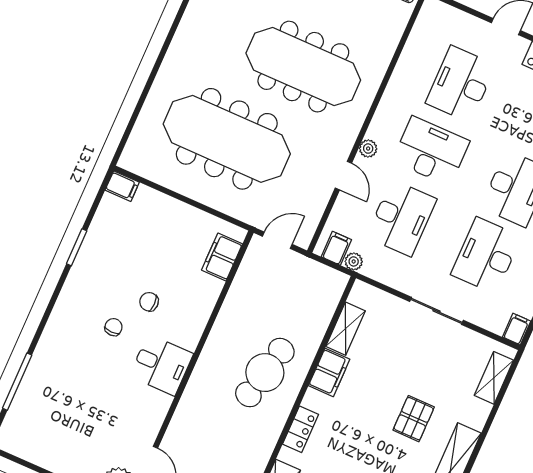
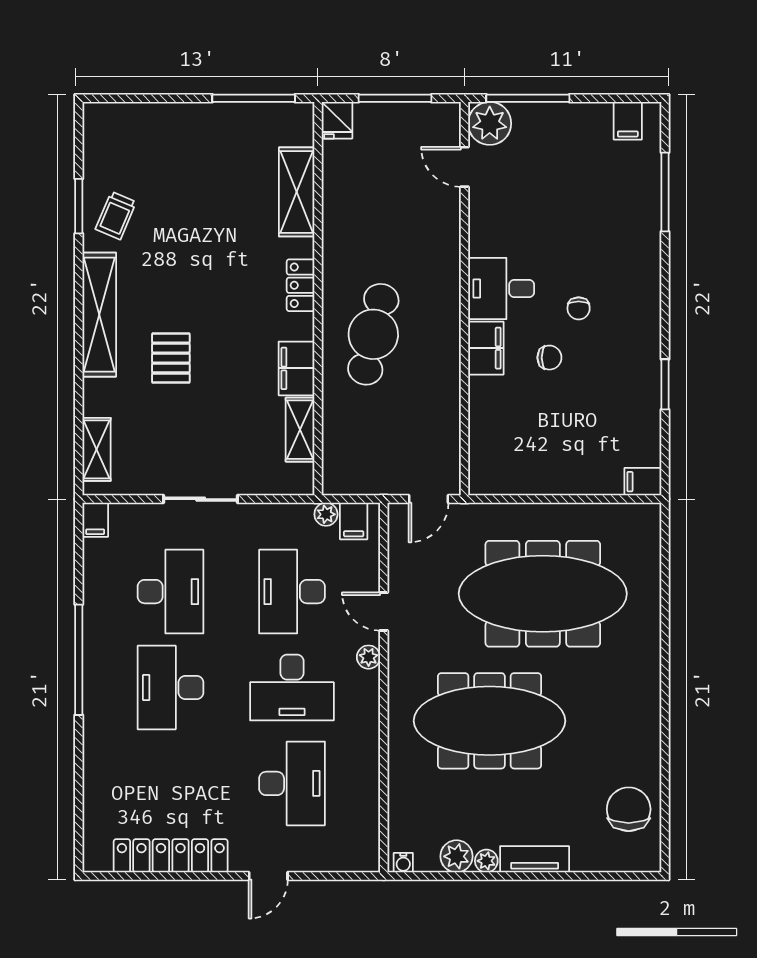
filing cabinet: (222, 257) -> (486, 348), moved
filing cabinet: (21, 443) -> (628, 121), added

